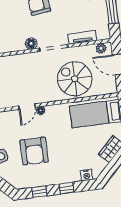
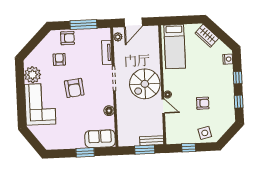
floor lamp: (31, 44) -> (109, 111), moved
spiral stairs: (75, 79) -> (145, 84), moved
armchair: (34, 151) -> (203, 103), width x0.53, depth x0.53

